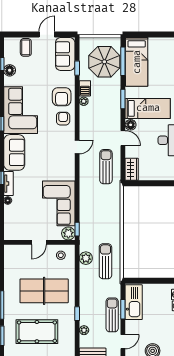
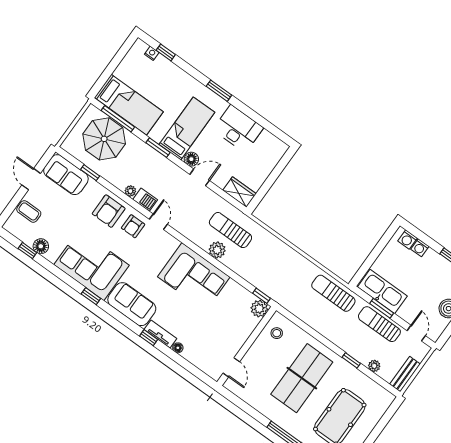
barbecue: (85, 88) -> (145, 200), moved
armchair: (62, 97) -> (109, 211), turned 90
armchair: (63, 119) -> (133, 226), turned -90
door: (77, 147) -> (158, 222), moved
sun lounger: (106, 167) -> (230, 230), moved
corner sofa: (59, 203) -> (194, 277), moved
door: (39, 242) -> (231, 367), moved
plant: (86, 258) -> (217, 250), moved
sun lounger: (105, 261) -> (333, 293), moved

